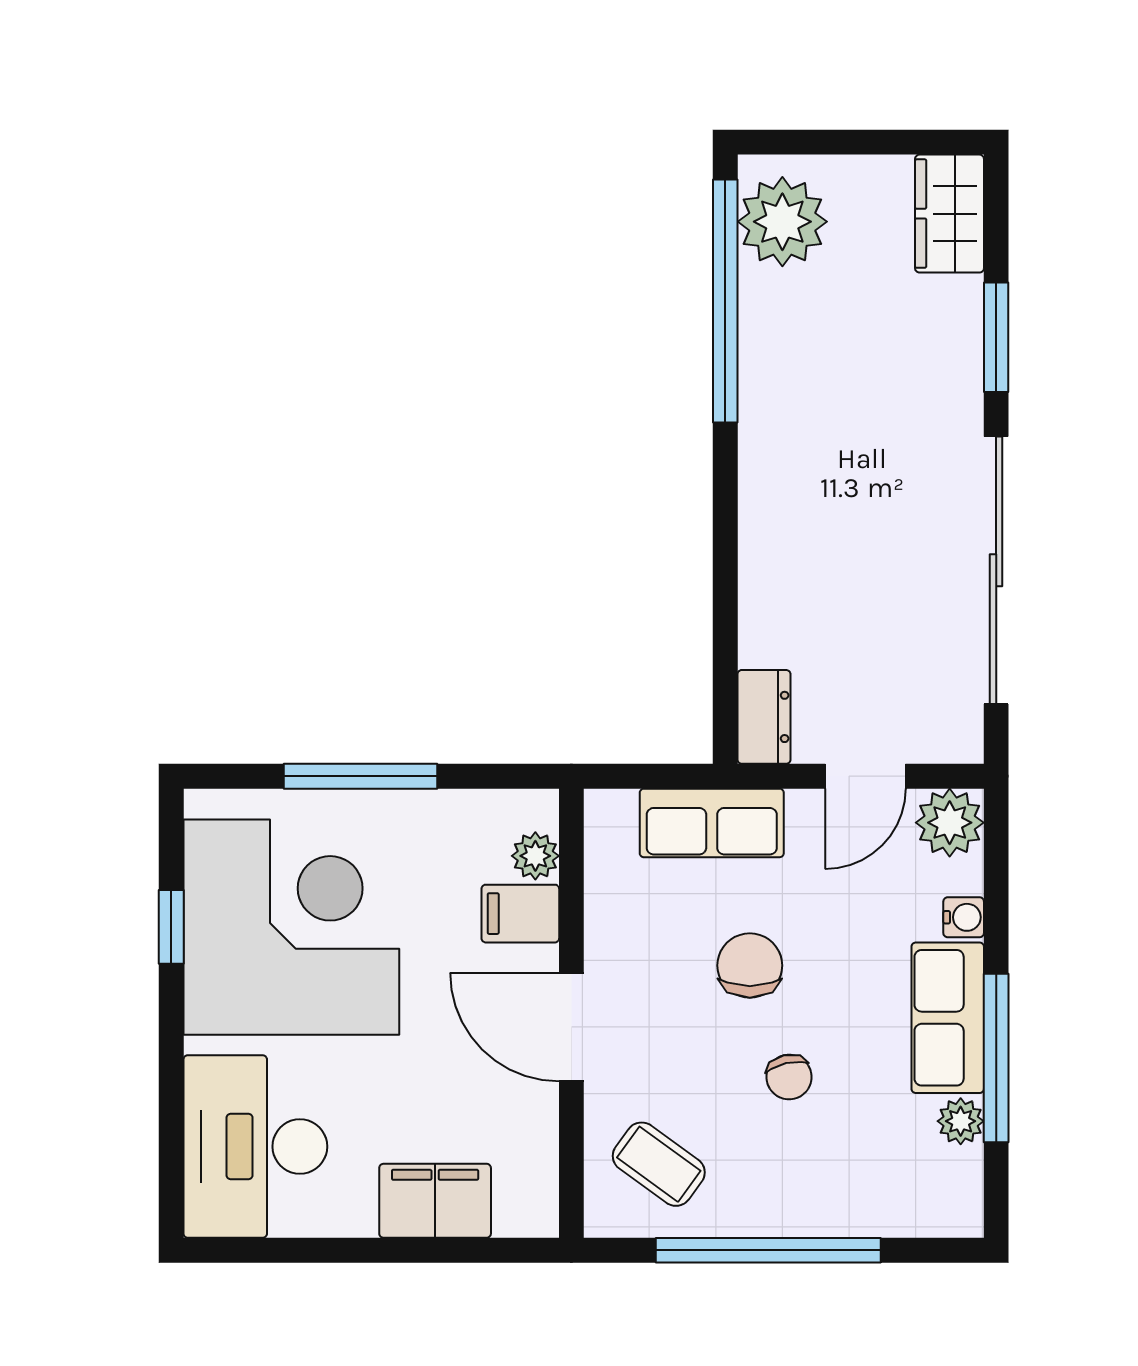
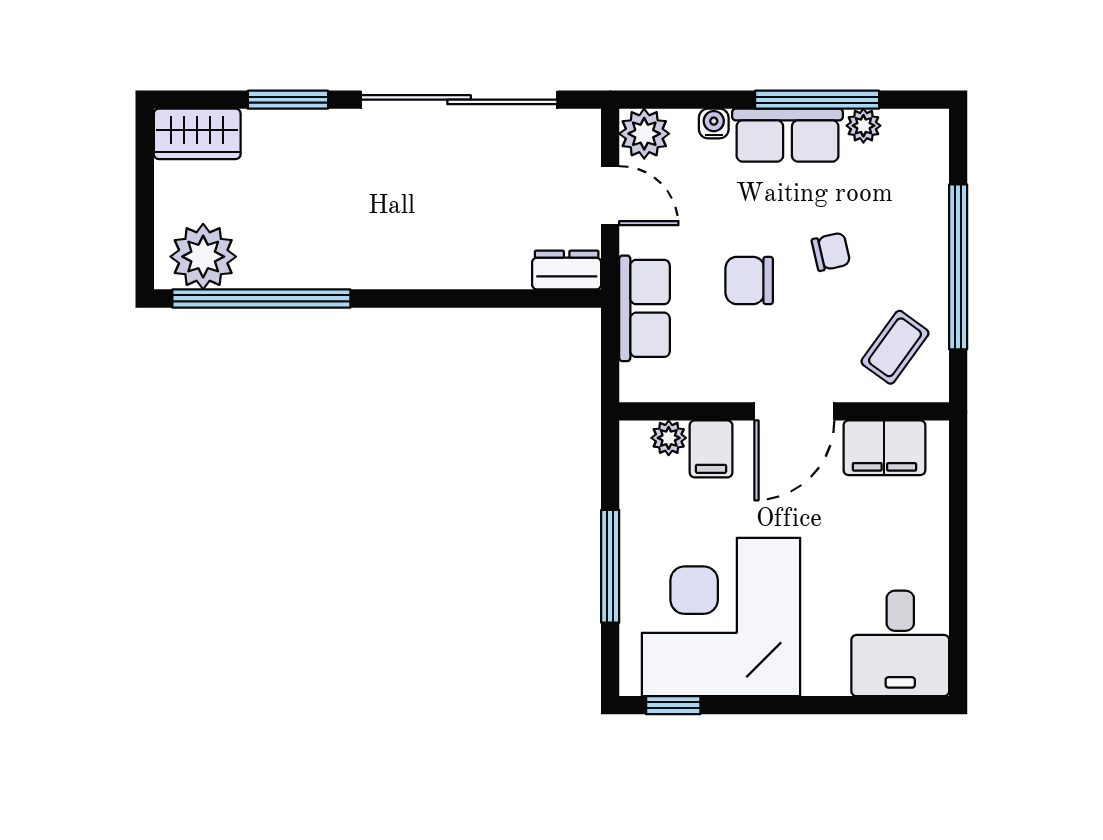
window: (171, 927) -> (673, 705), moved
desk: (255, 1147) -> (900, 643), width x0.73
filing cabinet: (435, 1201) -> (884, 448), moved, turned -90

